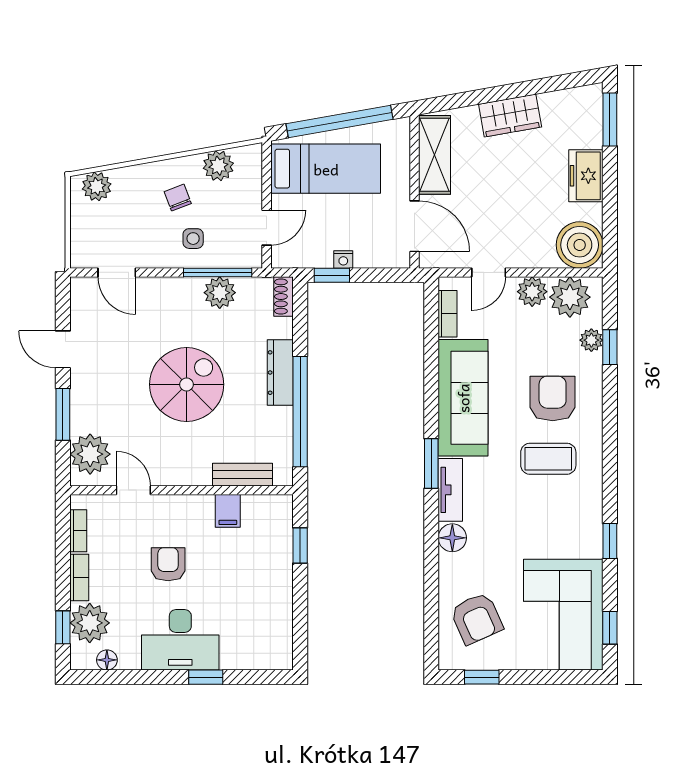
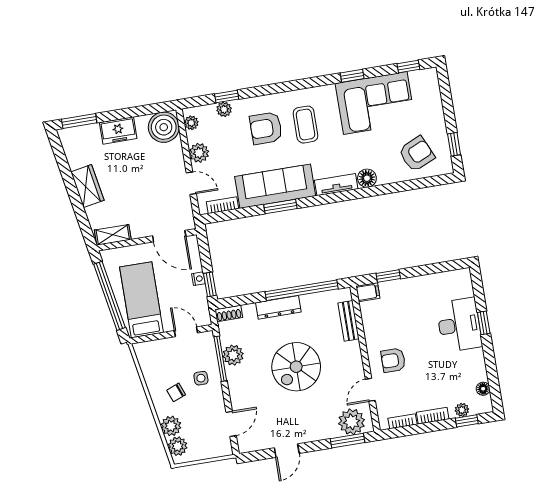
shelving: (435, 155) -> (113, 235), width x0.67, depth x0.75
plant: (218, 166) -> (171, 426), moved
door: (415, 226) -> (169, 236), swing flipped
plant: (570, 297) -> (191, 123), width x0.53, depth x0.53
spiral stairs: (187, 384) -> (296, 367), turned -90
window: (63, 414) -> (348, 441), moved
window: (431, 464) -> (280, 207), moved
filing cabinet: (228, 511) -> (368, 292), moved
armchair: (168, 564) -> (393, 360), moved
corner sofa: (563, 615) -> (375, 103), moved
plant: (90, 623) -> (462, 410), width x0.53, depth x0.53
desk: (180, 640) -> (459, 325), moved

